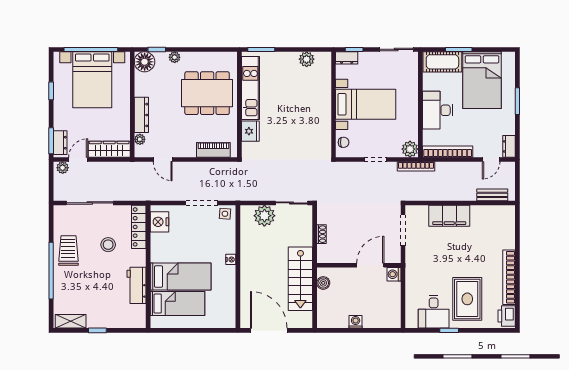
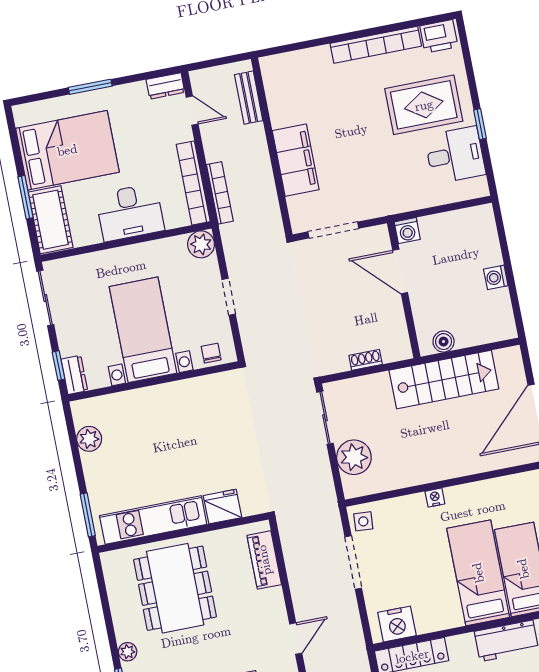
bookcase: (416, 166) -> (220, 193), moved

